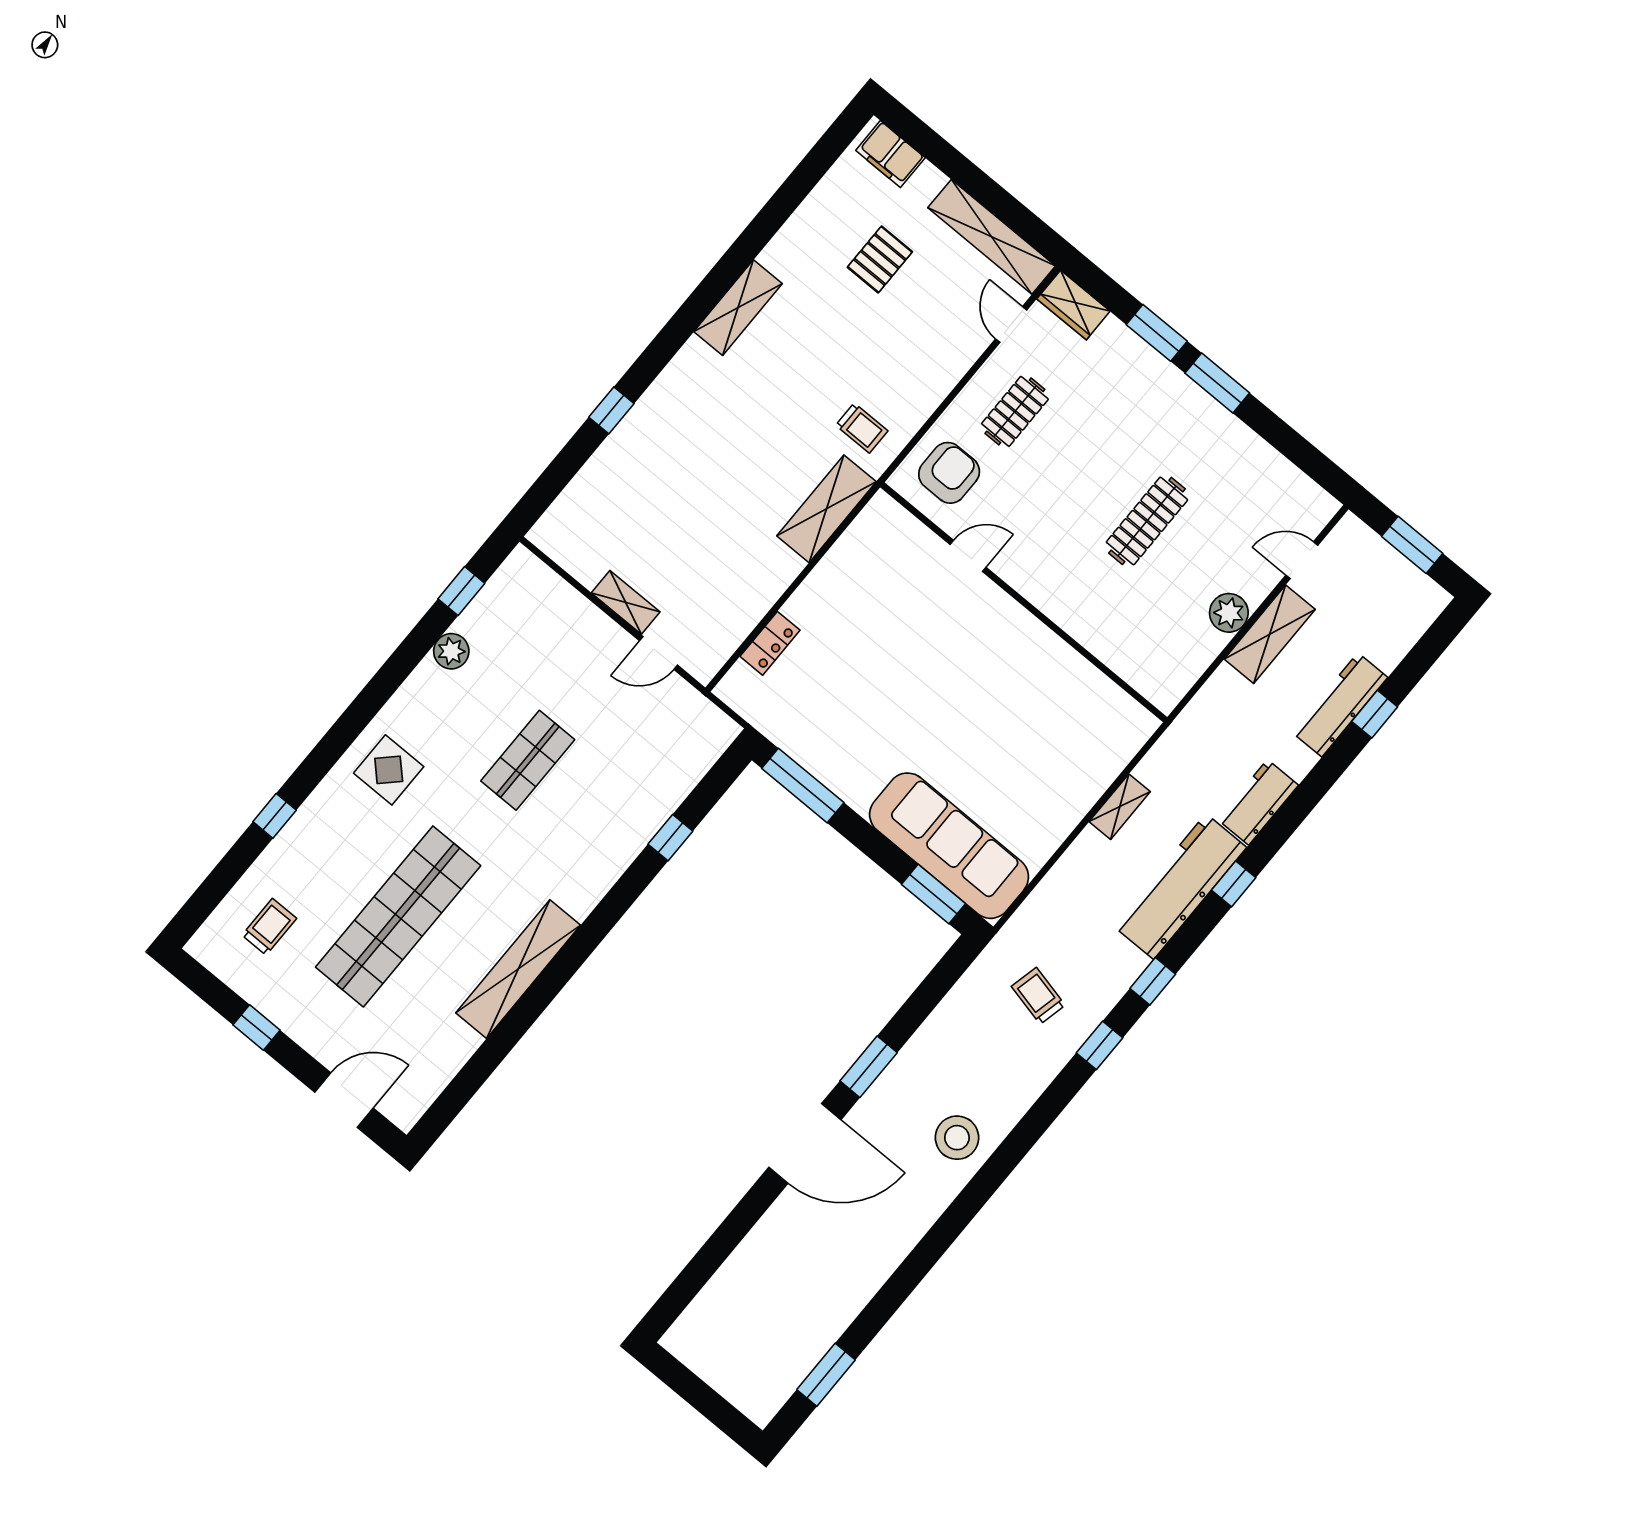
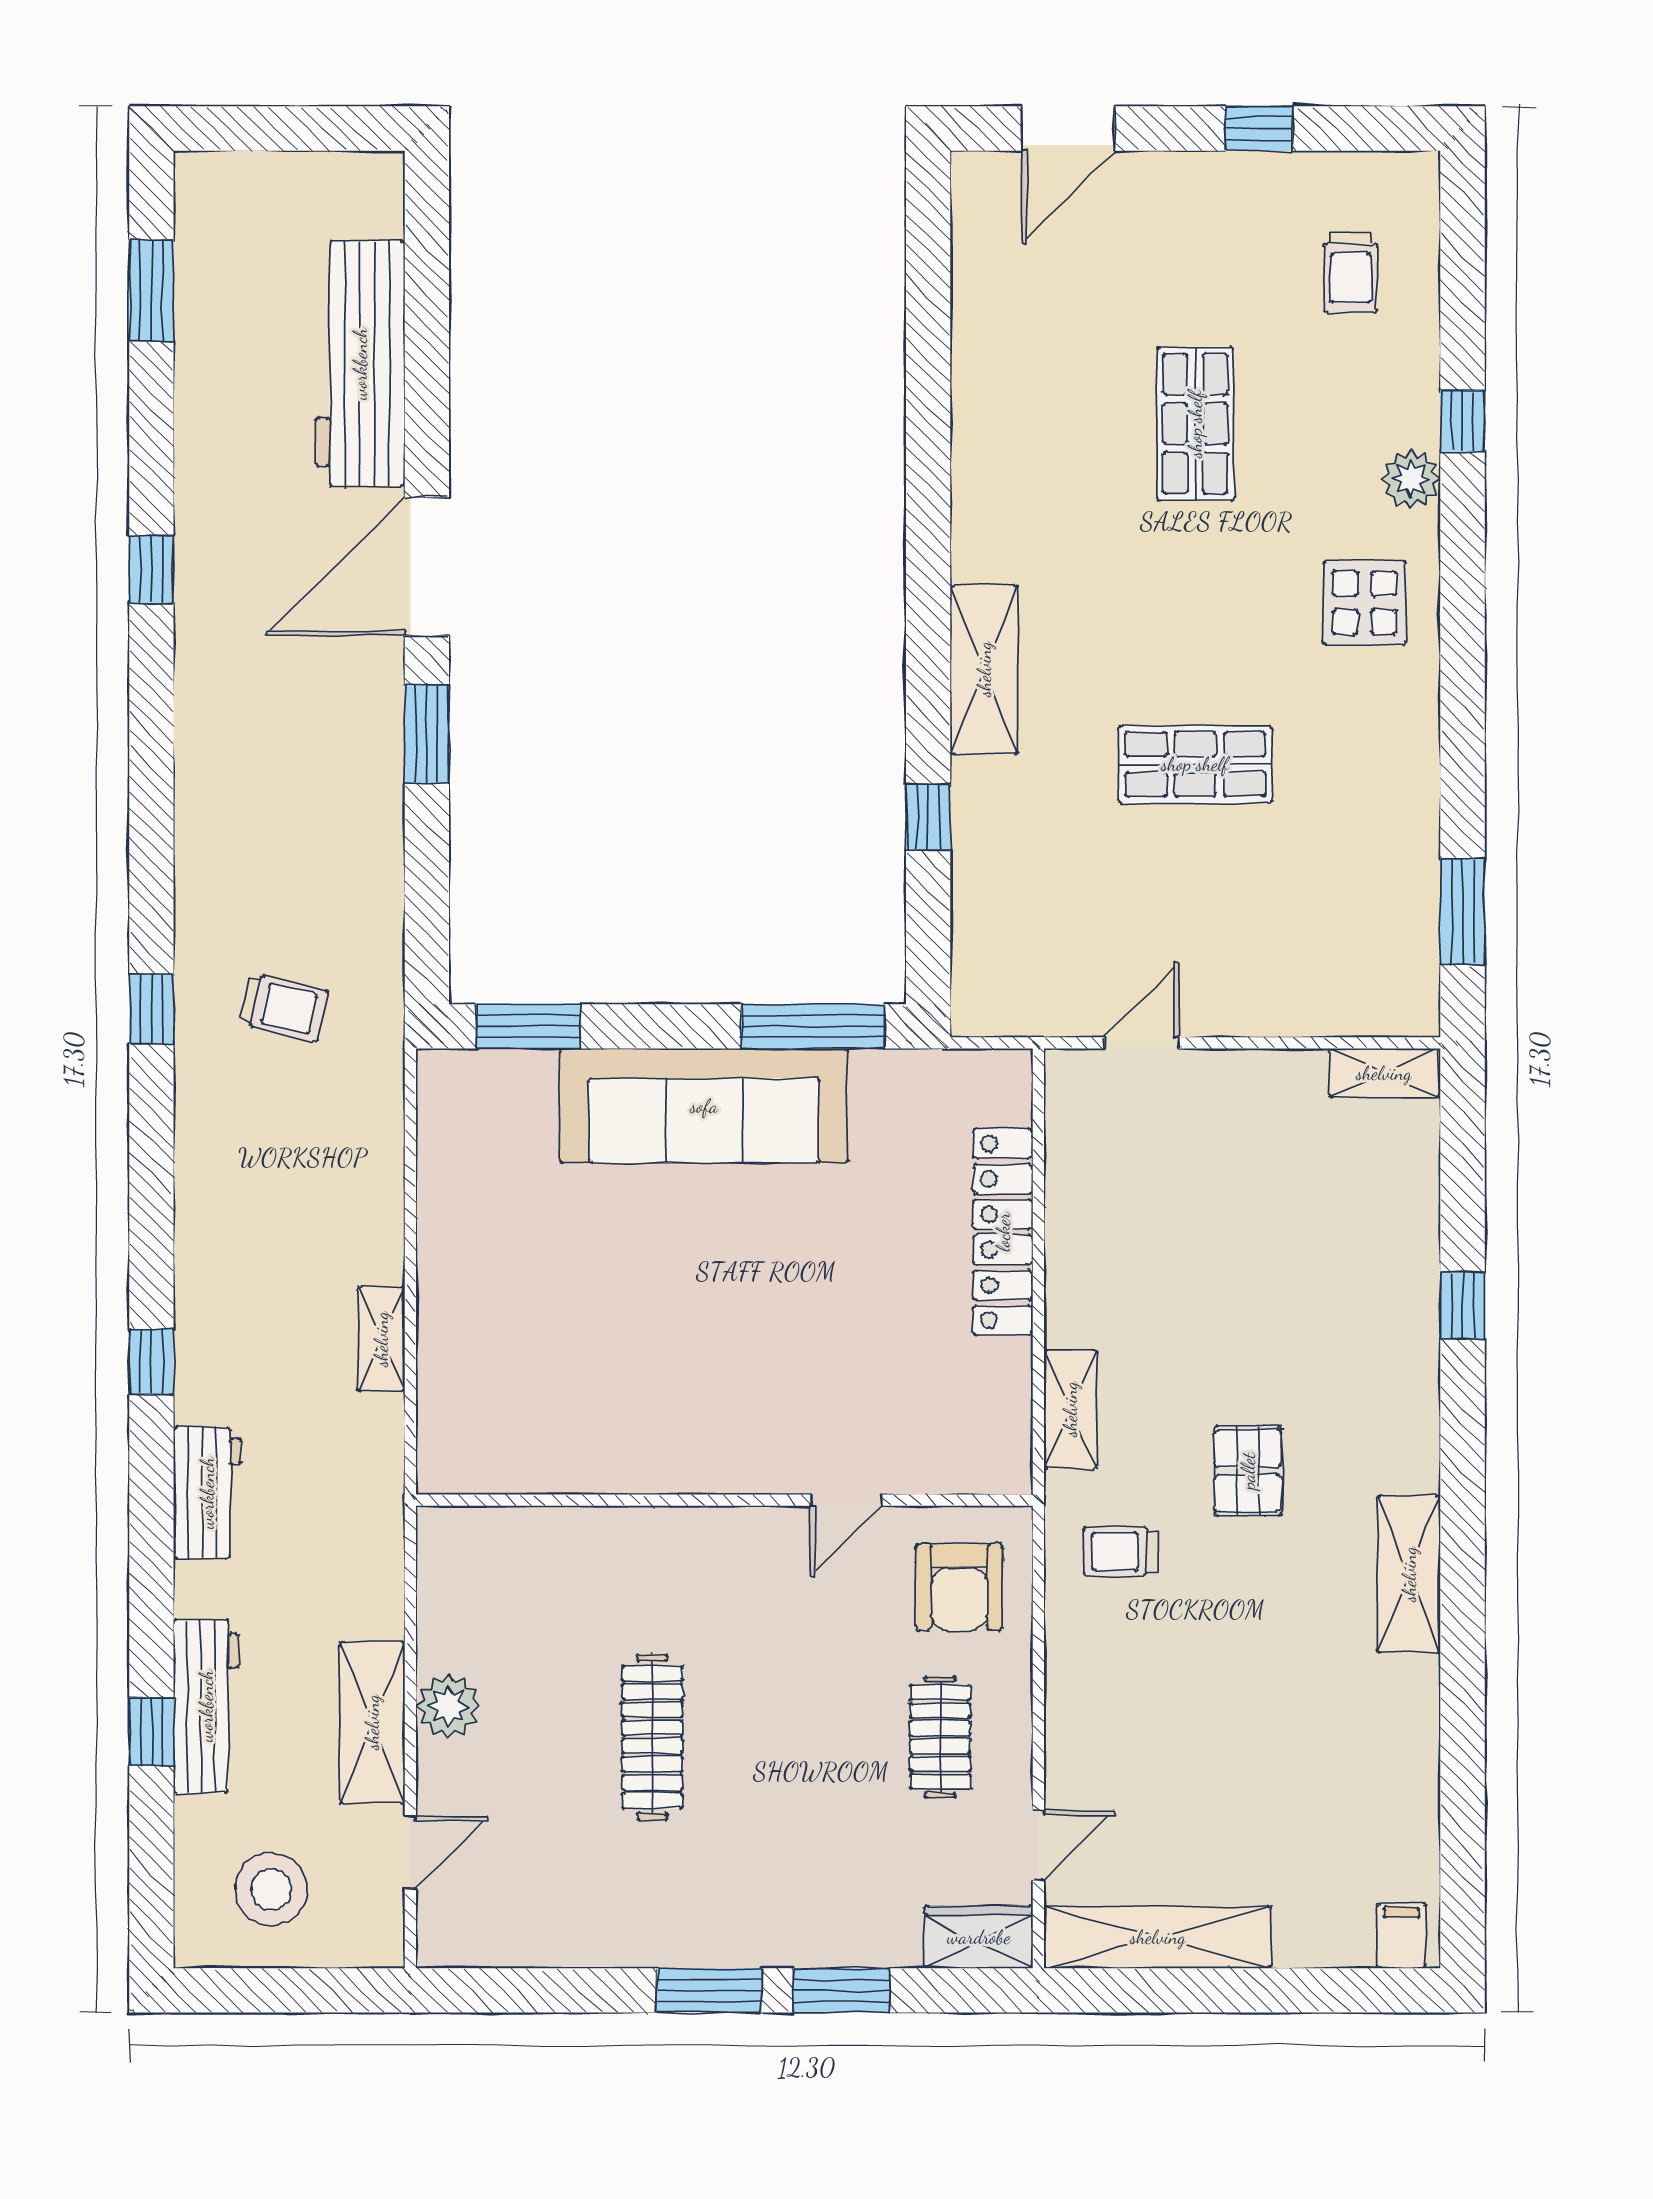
filing cabinet: (890, 154) -> (1401, 1936), width x0.50
pallet: (880, 259) -> (1248, 1471), moved
door: (1011, 324) -> (1038, 1845), hinge flipped
shelving: (826, 509) -> (1070, 1409), width x0.67, depth x0.75
window: (1412, 545) -> (284, 1990), removed
window: (461, 591) -> (1462, 912), width x1.50
shelving: (626, 602) -> (1384, 1073), moved
locker: (770, 643) -> (1003, 1232), width x2.16, depth x1.21
plant: (451, 651) -> (1411, 479), moved
shop shelf: (528, 760) -> (1195, 764), turned 90
sofa: (949, 846) -> (704, 1106), moved
workbench: (1180, 887) -> (360, 364), moved, turned 180
shop shelf: (398, 916) -> (1195, 424), width x0.50, depth x0.74
shelving: (518, 969) -> (984, 669), moved, width x0.68
window: (1153, 981) -> (151, 569), moved
stool: (957, 1138) -> (271, 1889), moved

